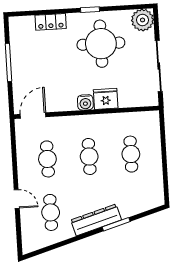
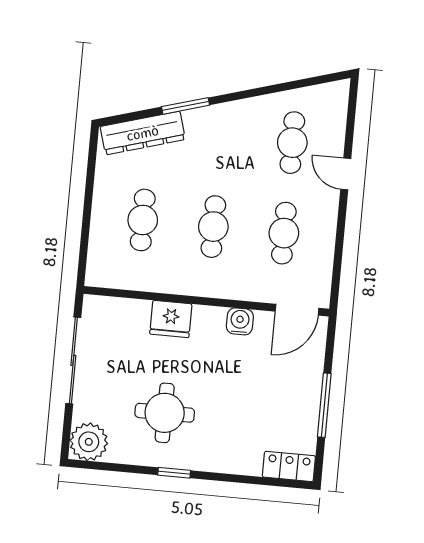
locker: (51, 22) -> (289, 466), moved
round table: (101, 44) -> (165, 413), width x0.73, depth x0.73
water cooler: (85, 102) -> (240, 321), moved
dresser: (96, 220) -> (143, 133), moved

